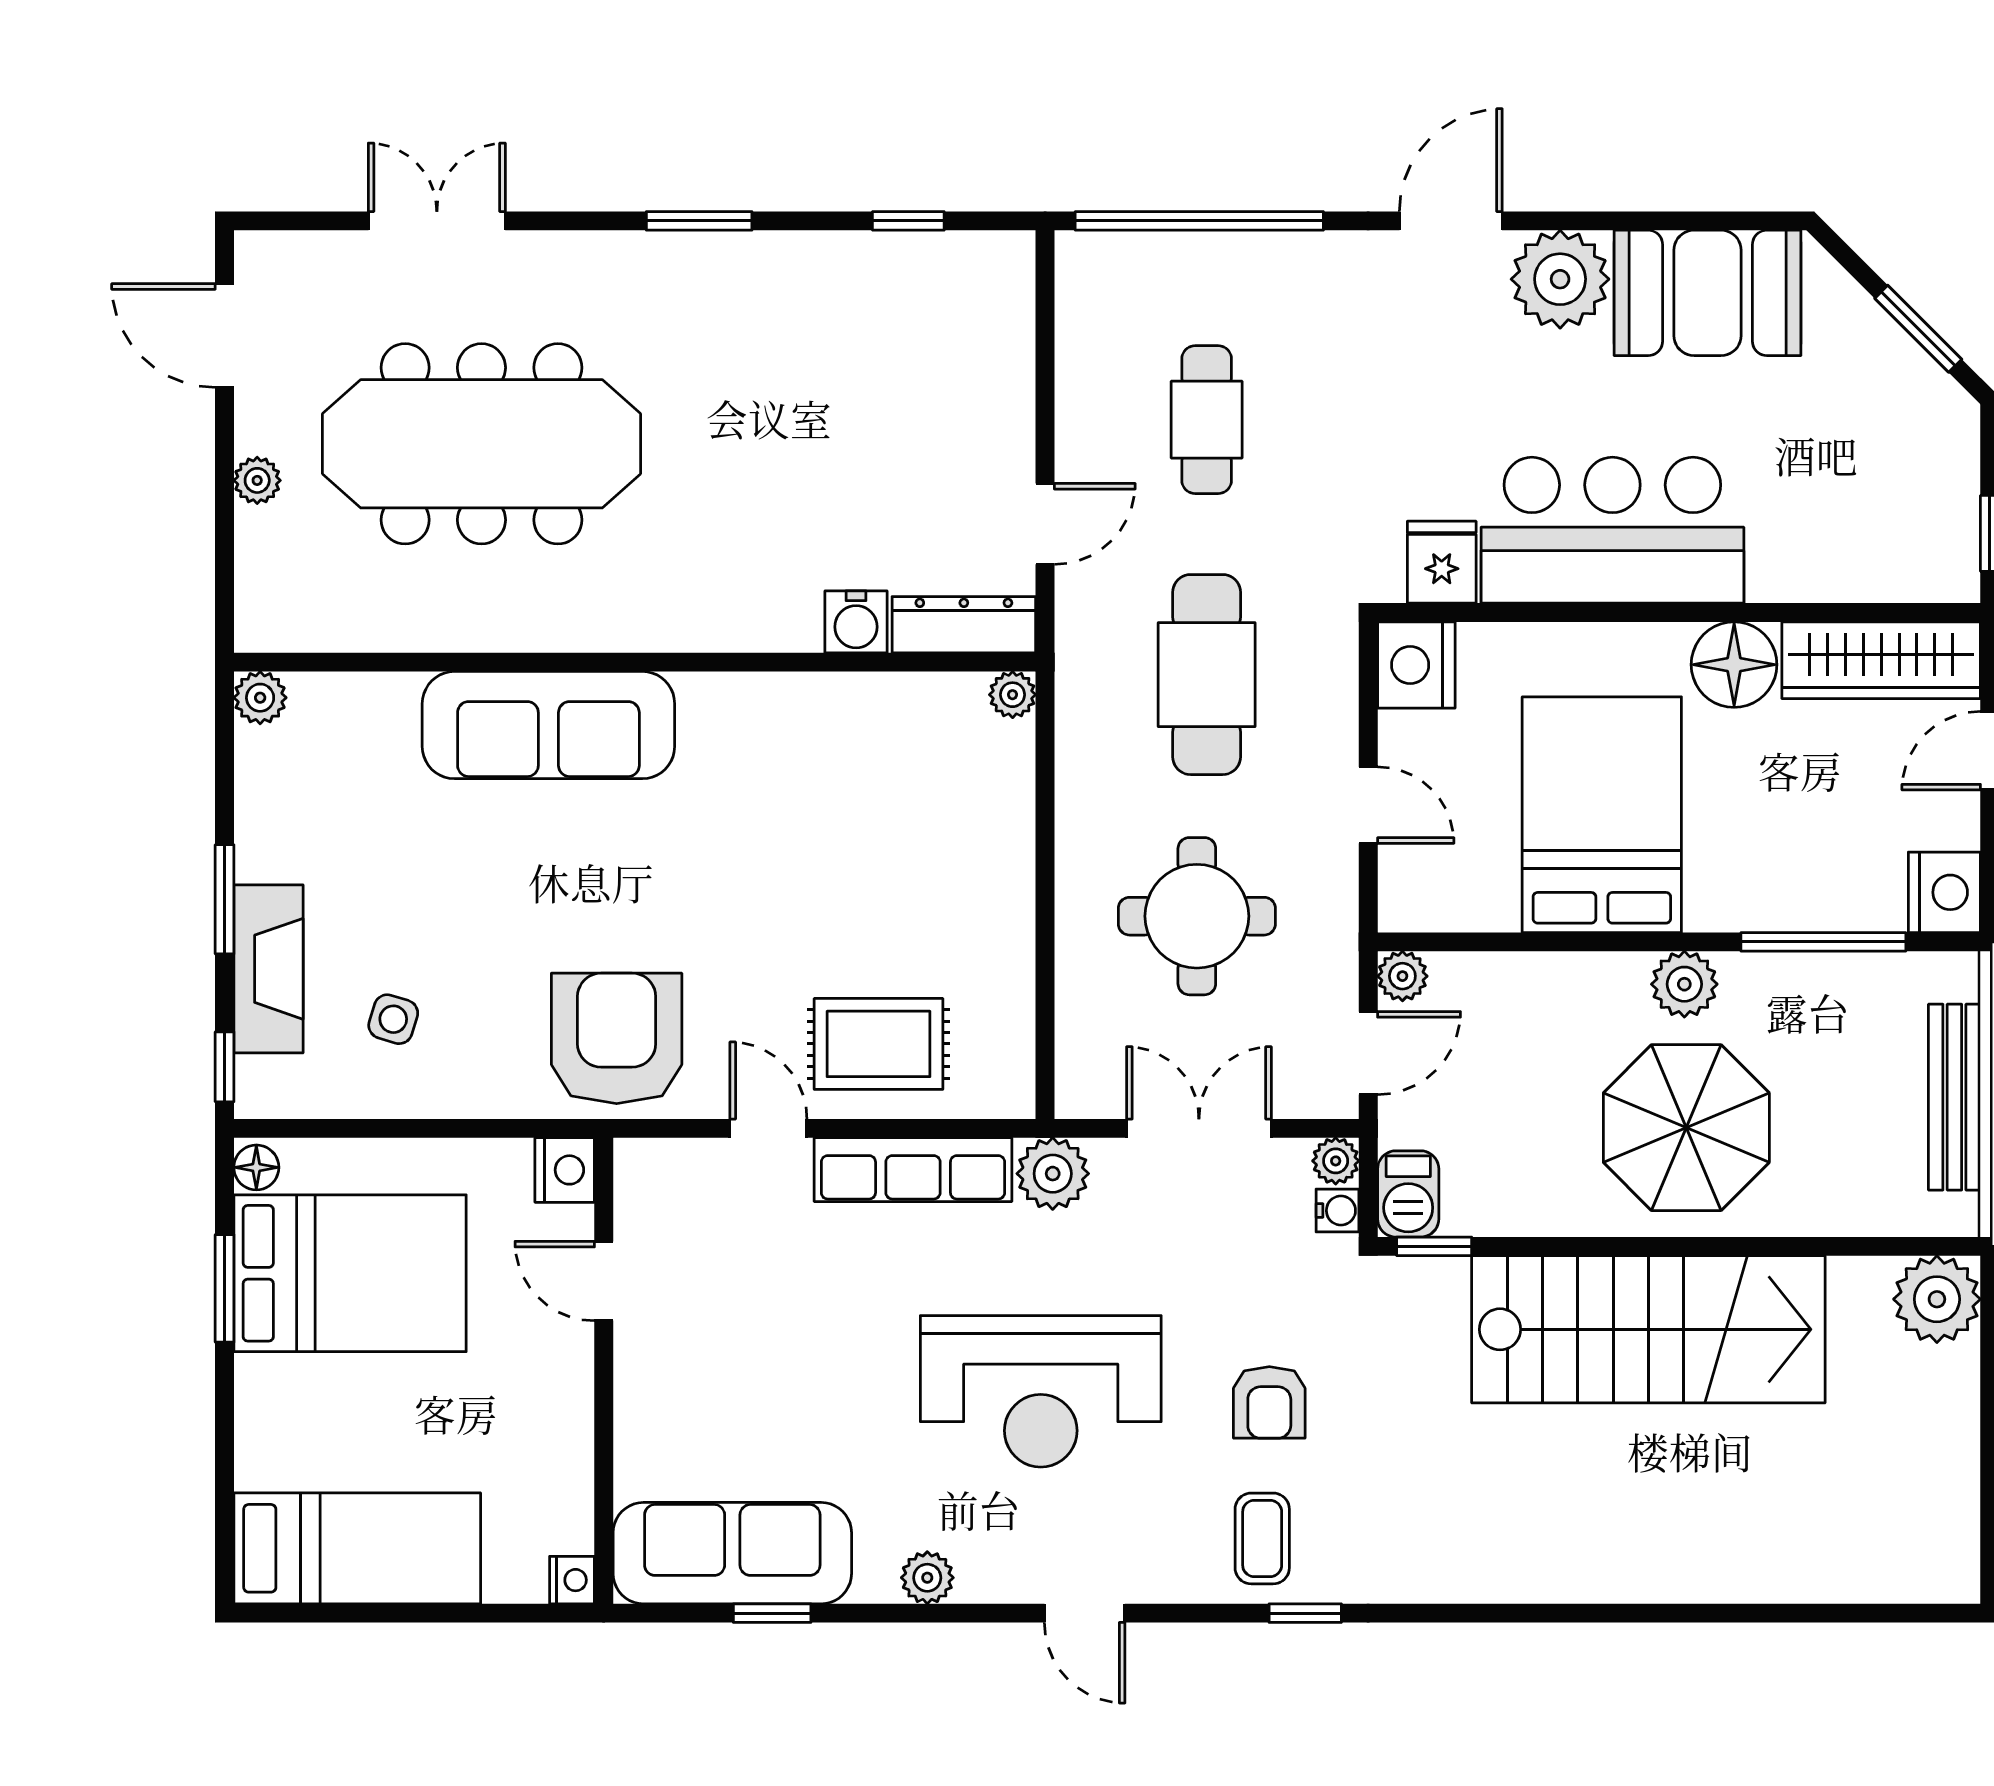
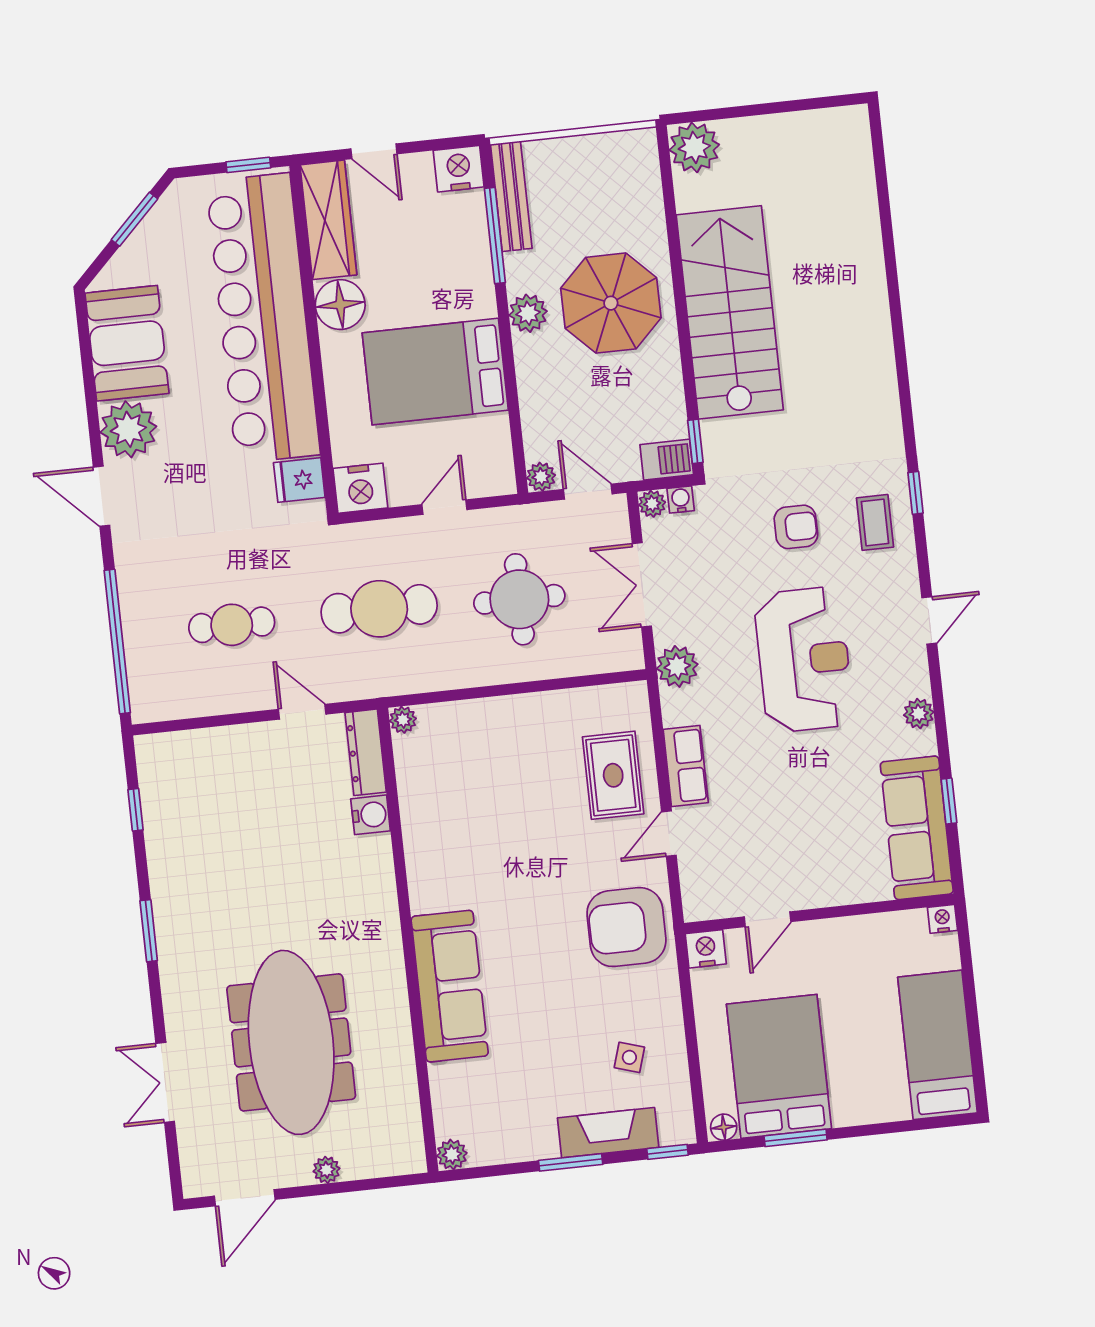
bar counter: (1612, 530) -> (263, 318), width x1.86
bench: (1954, 1097) -> (511, 196), moved, turned 90
row of seats: (913, 1170) -> (686, 766), width x0.68
coffee table: (1262, 1538) -> (875, 522), turned 90

